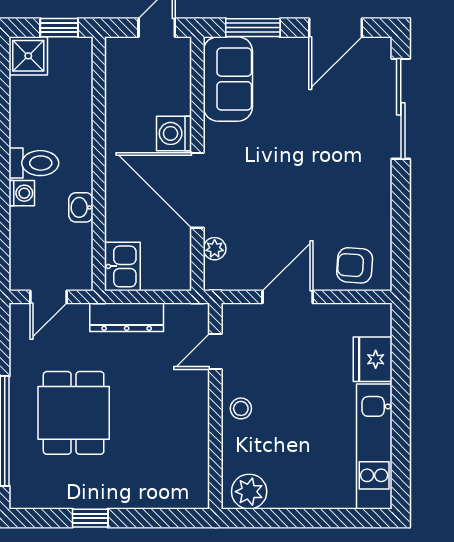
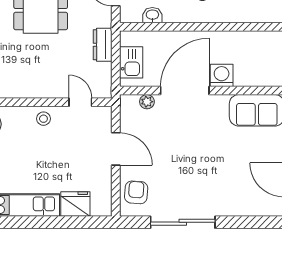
sliding door: (401, 109) -> (183, 222), moved
washbasin: (81, 207) -> (152, 15), moved
kitchen sink: (122, 266) -> (131, 62), moved, turned -90
dresser: (127, 317) -> (103, 45), width x0.70

